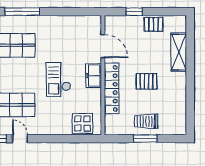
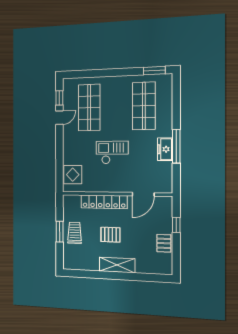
window: (22, 12) -> (176, 146), moved
shelving: (179, 52) -> (117, 265), moved
freezer: (94, 76) -> (165, 149), moved, turned -90
pallet: (147, 81) -> (110, 235), turned 90

